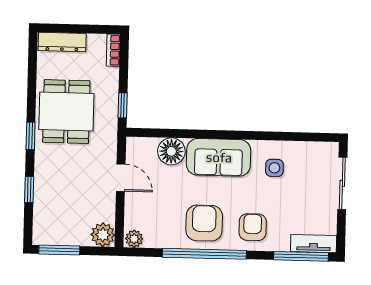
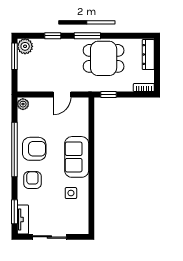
window: (31, 136) -> (87, 36), width x1.50
floor lamp: (171, 151) -> (80, 127), removed
sliding door: (342, 183) -> (49, 237), moved
armchair: (253, 227) -> (32, 180), turned -90
plant: (103, 235) -> (25, 46), moved
window: (301, 256) -> (14, 212), width x0.69

